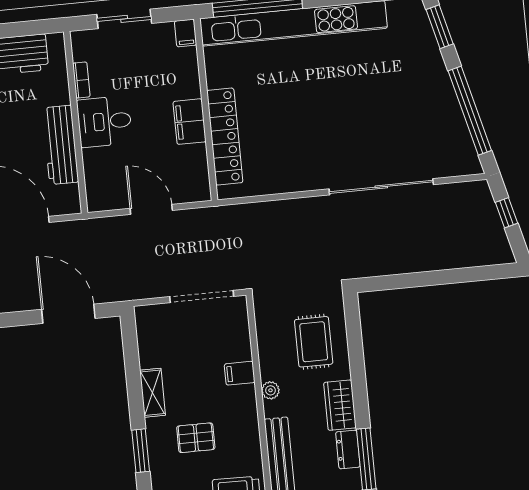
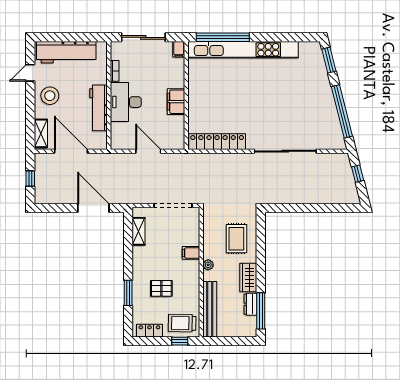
sliding door: (124, 19) -> (143, 37), width x1.37
desk: (104, 122) -> (126, 102), width x1.37
locker: (225, 137) -> (217, 142), moved, turned -90
shelving: (153, 393) -> (138, 231), moved

